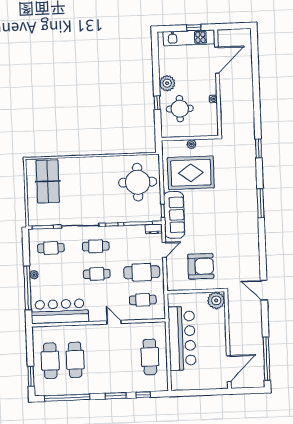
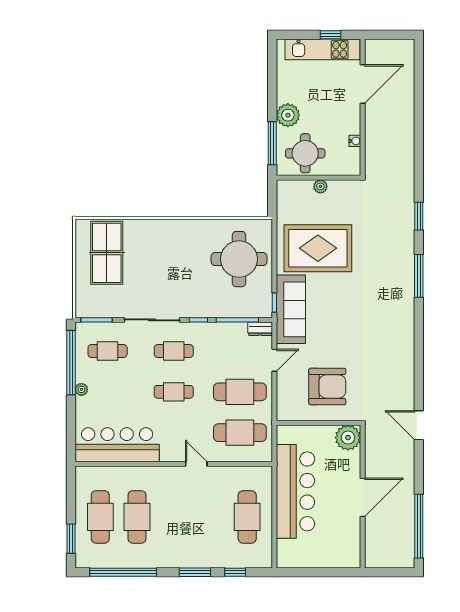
window: (157, 103) -> (272, 143), width x2.17
wall: (190, 138) -> (318, 178), moved
plant: (191, 144) -> (320, 186), moved
window: (261, 203) -> (419, 276), moved
window: (28, 288) -> (71, 363), moved
cafe table: (143, 300) -> (240, 433), width x1.37, depth x1.35
door: (229, 369) -> (363, 497), moved

